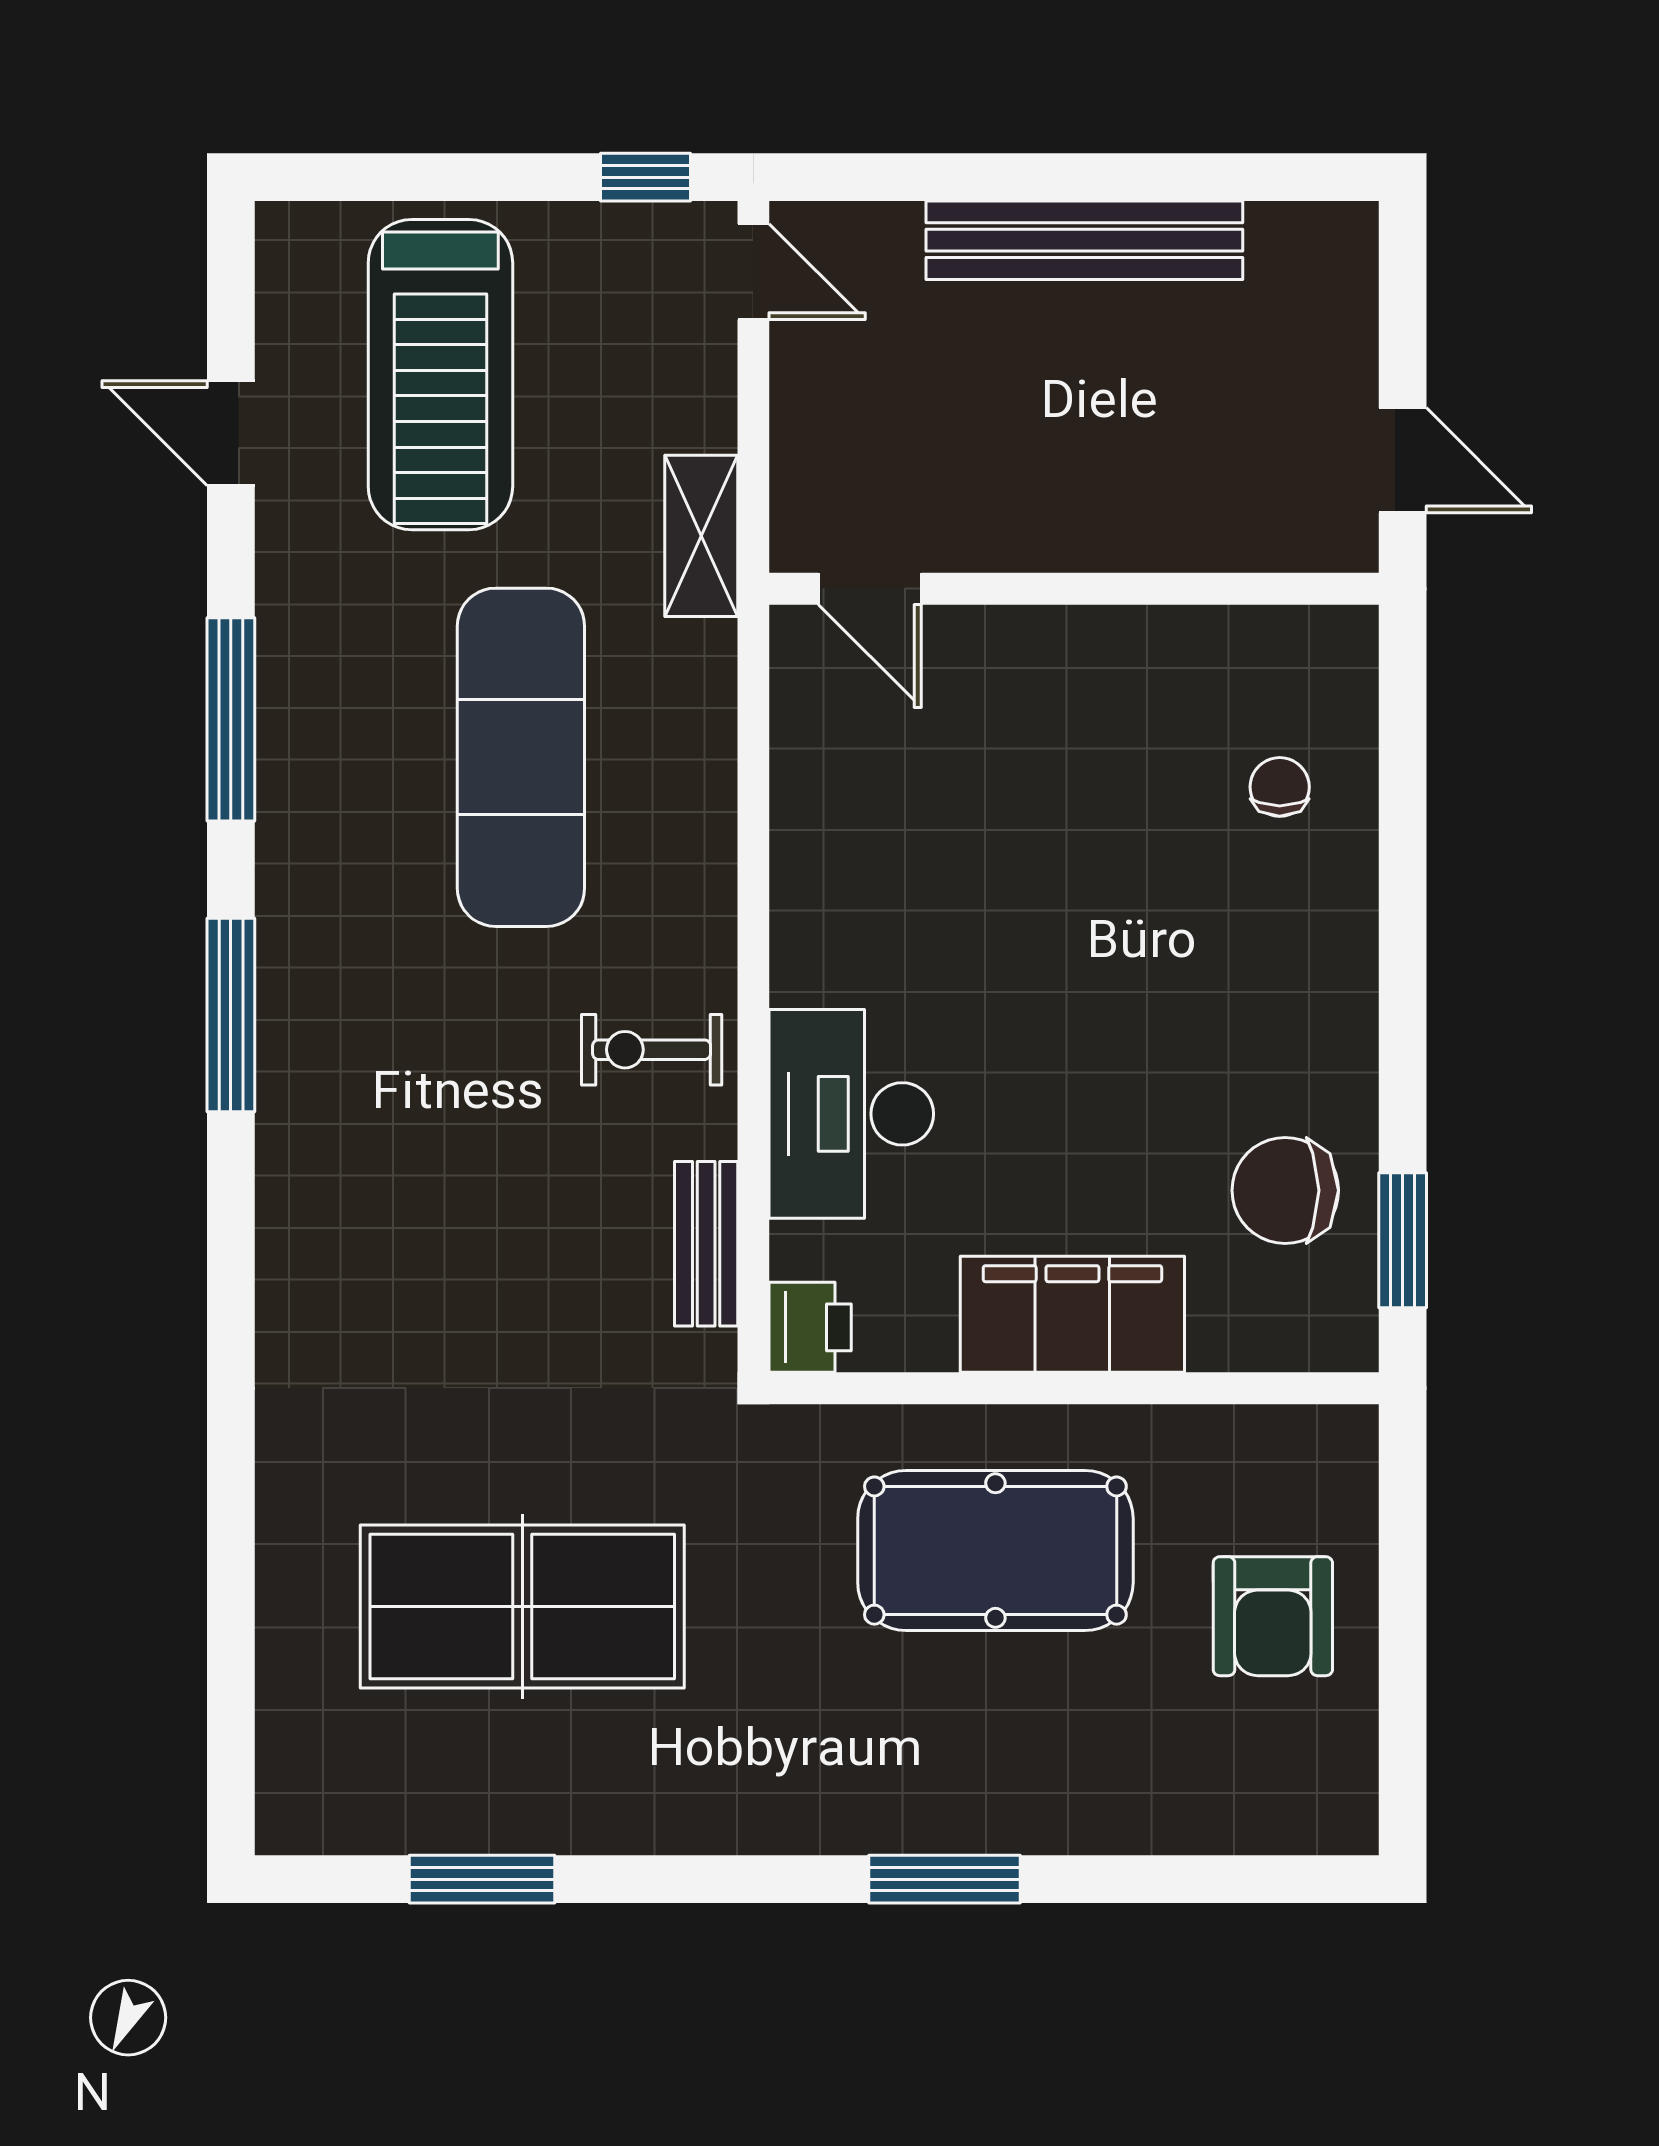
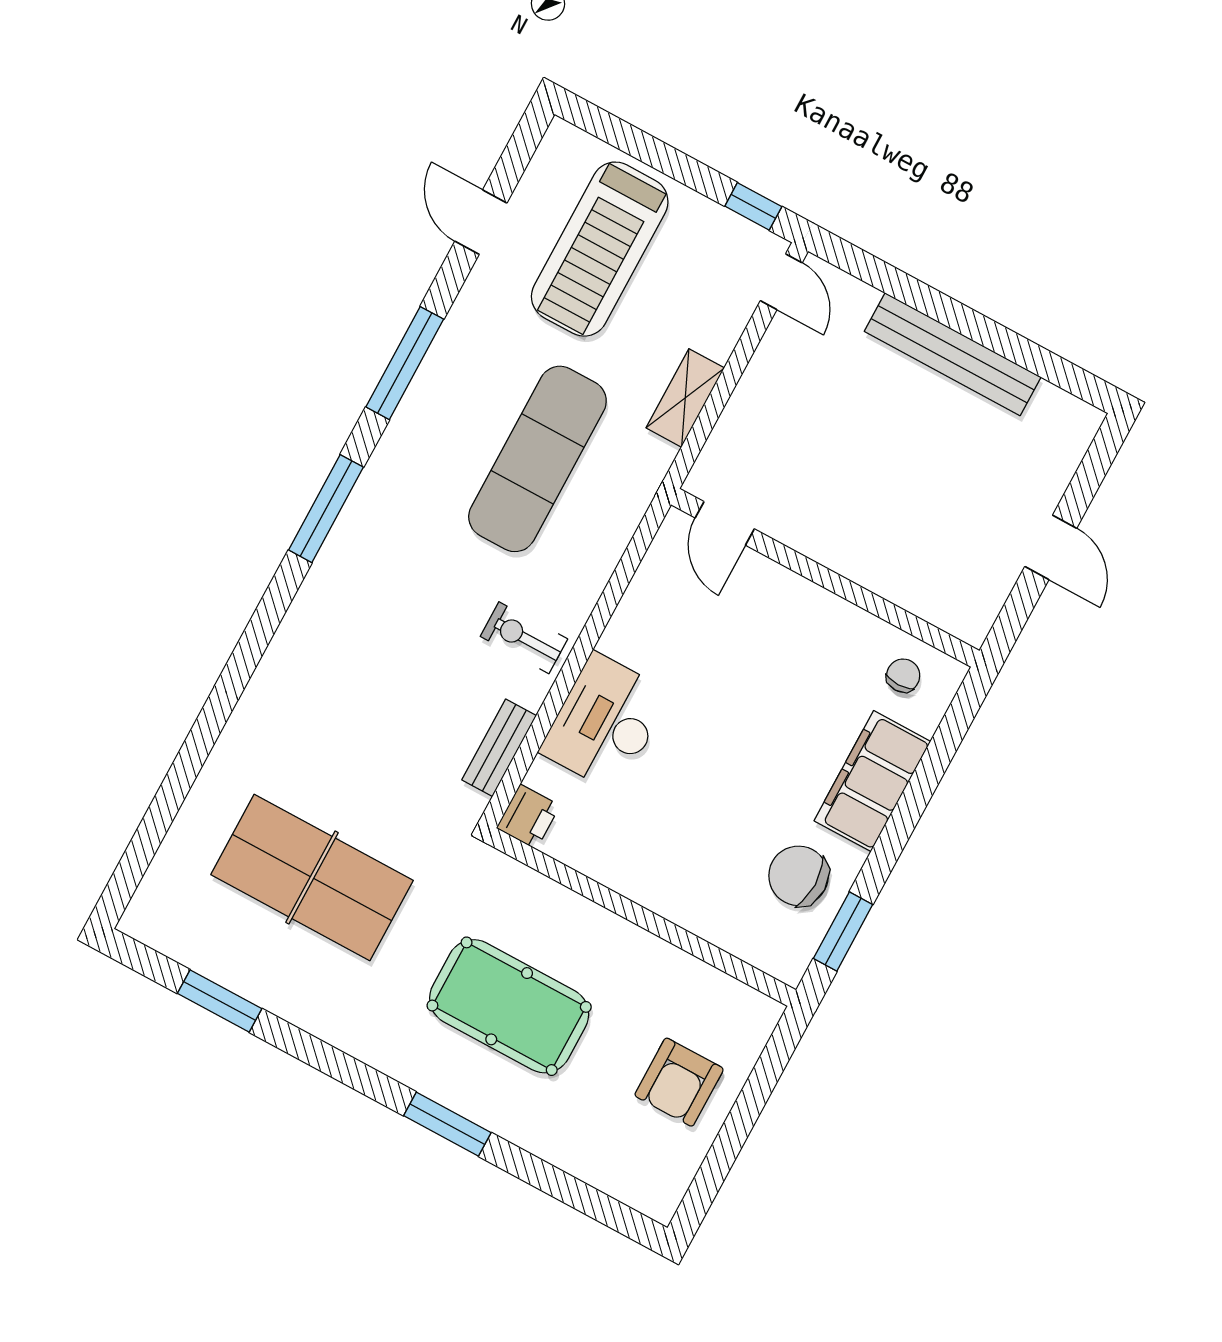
door: (870, 589) -> (725, 523), moved
wall: (1074, 589) -> (825, 578), moved
filing cabinet: (1072, 1314) -> (872, 781), moved, turned -90
pool table: (995, 1551) -> (509, 1006), moved

